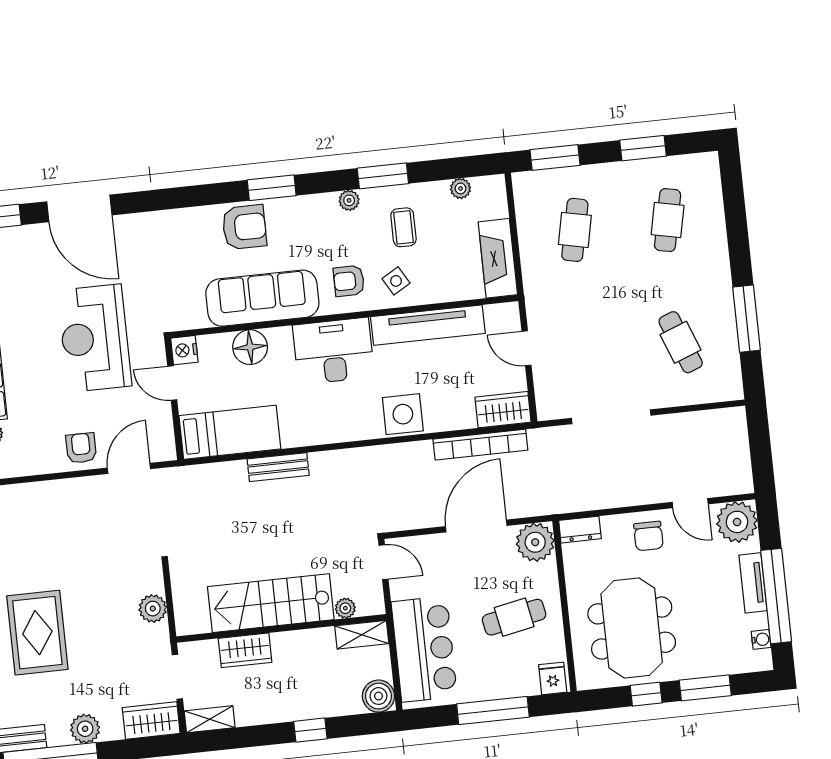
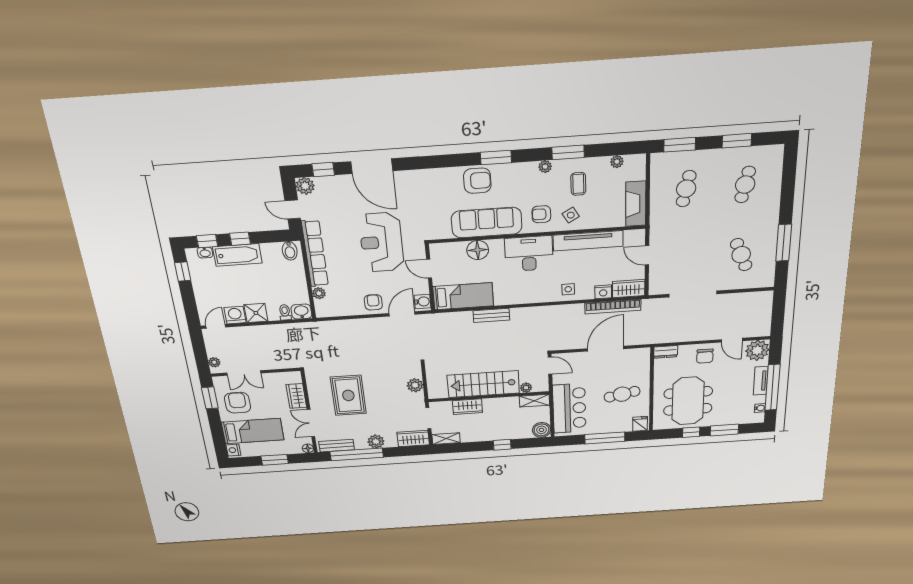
nightstand: (184, 350) -> (603, 292), moved, turned -90
side table: (403, 414) -> (568, 289), width x0.54, depth x0.54
water cooler: (163, 444) -> (423, 302), added
plant: (535, 542) -> (639, 358), removed

